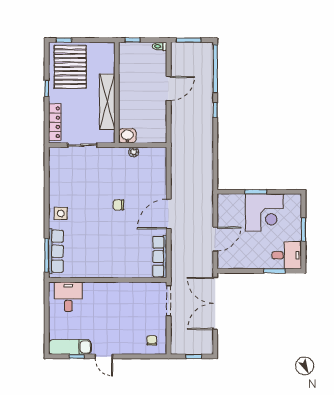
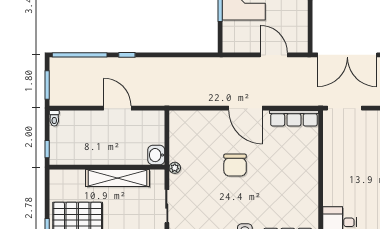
door: (169, 88) -> (117, 108), moved
plant: (134, 152) -> (175, 168), moved
chair: (119, 205) -> (235, 165), width x1.87, depth x1.87

